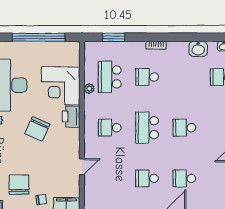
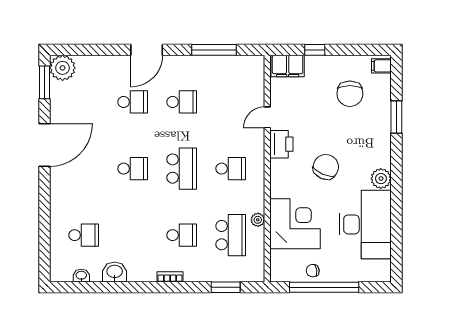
printer: (71, 117) -> (281, 144), moved
chair: (41, 199) -> (313, 271), moved

